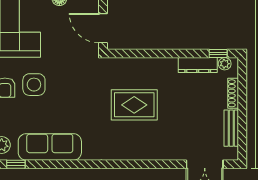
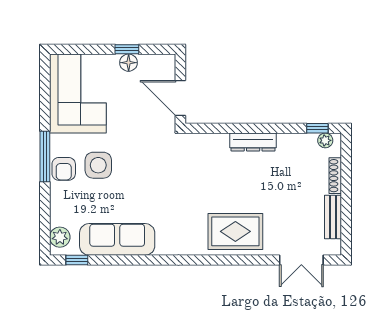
dresser: (198, 65) -> (253, 142), moved
rug: (134, 105) -> (235, 231), moved

